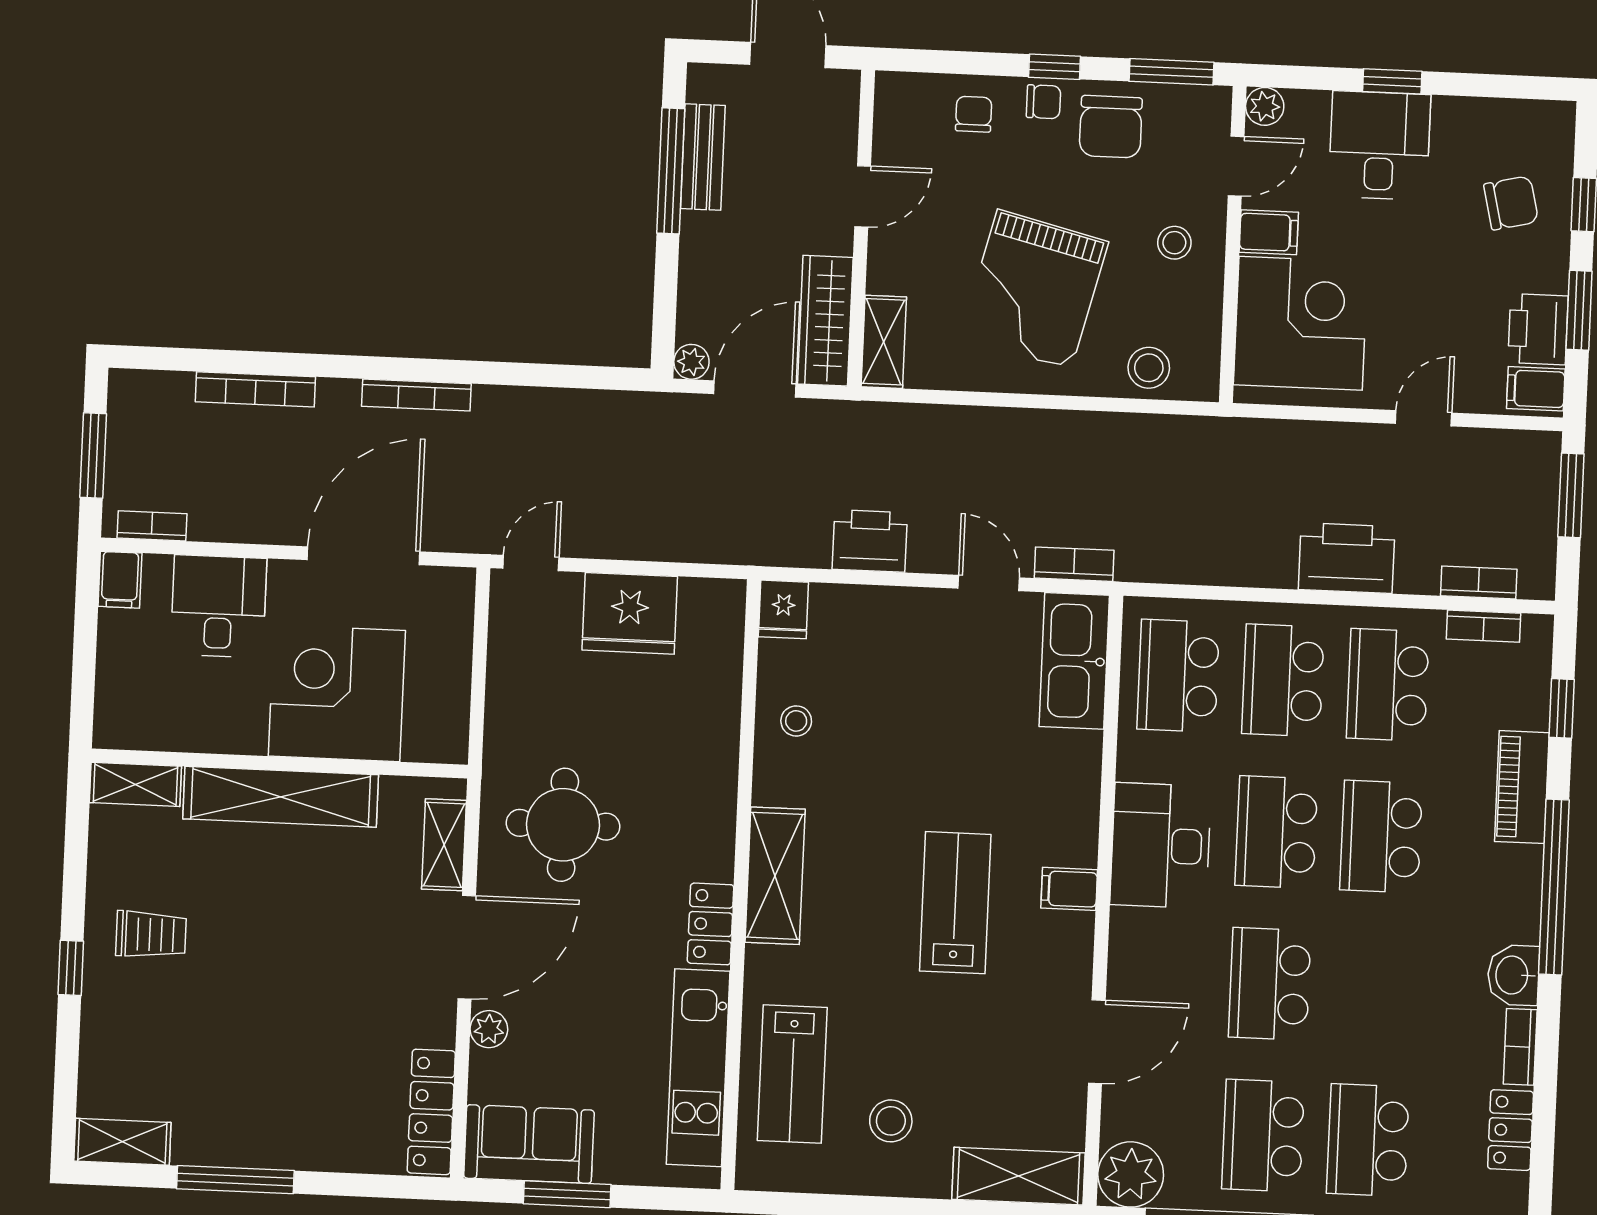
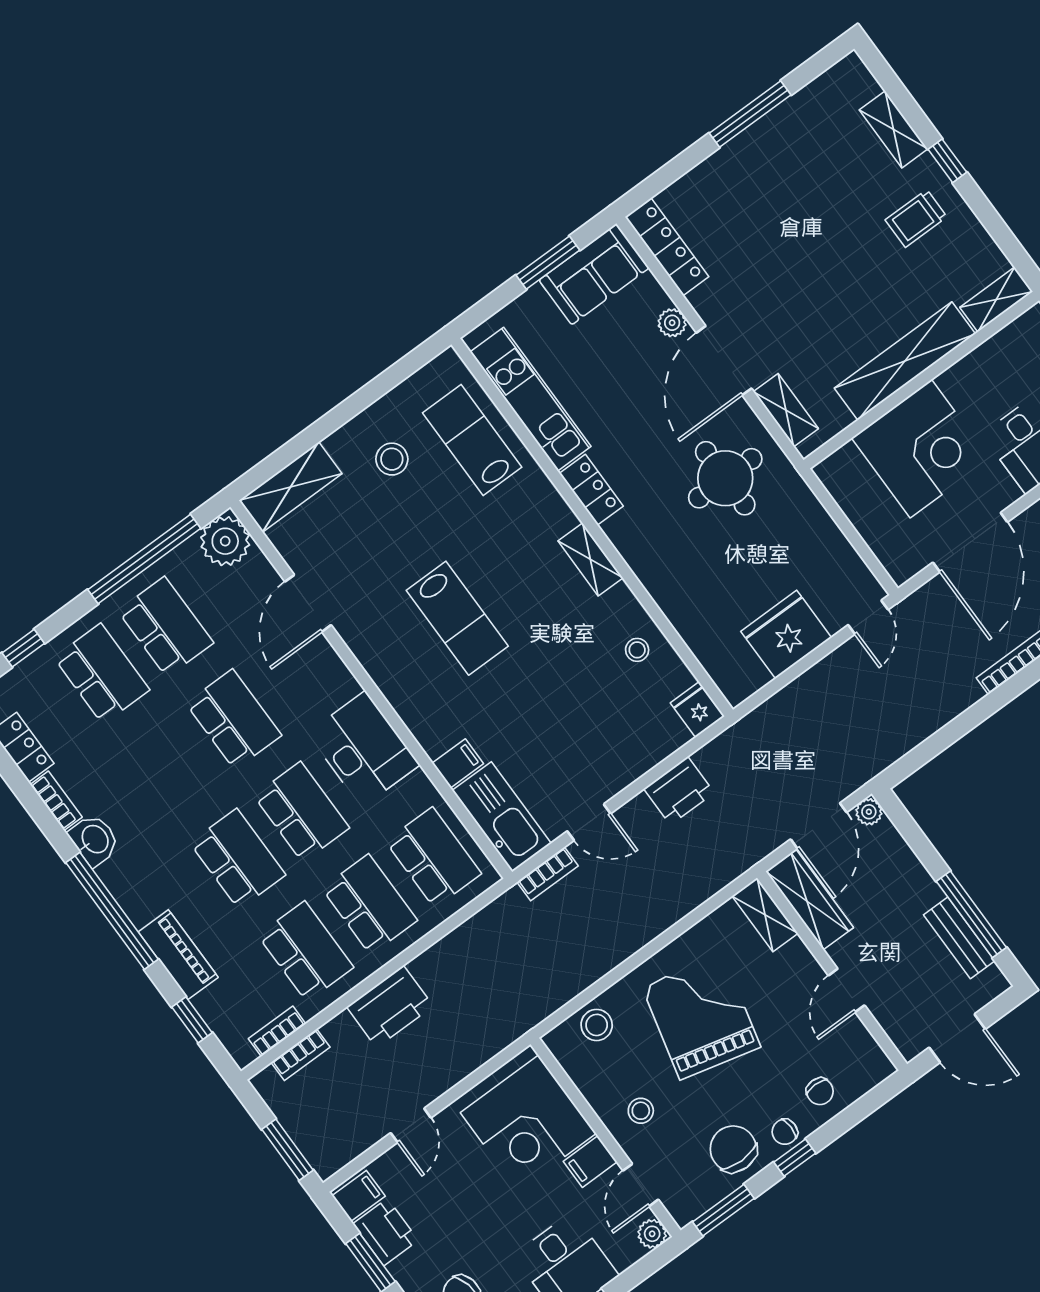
shelving: (775, 876) -> (590, 559), width x0.67, depth x0.75
filing cabinet: (1069, 889) -> (458, 763), moved
shelving: (122, 1142) -> (894, 129), moved, turned 90

